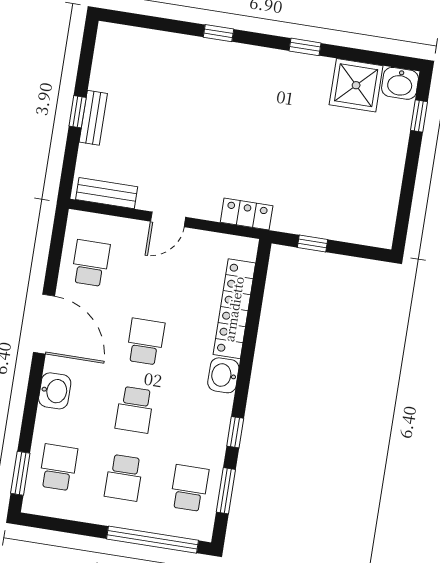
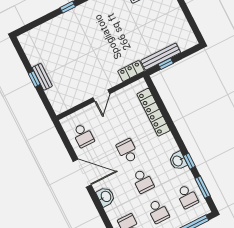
bench: (107, 193) -> (161, 57), moved, width x1.36
school desk: (91, 263) -> (83, 135), turned 180
washbasin: (223, 375) -> (178, 161), moved
school desk: (189, 488) -> (187, 197), turned 180

